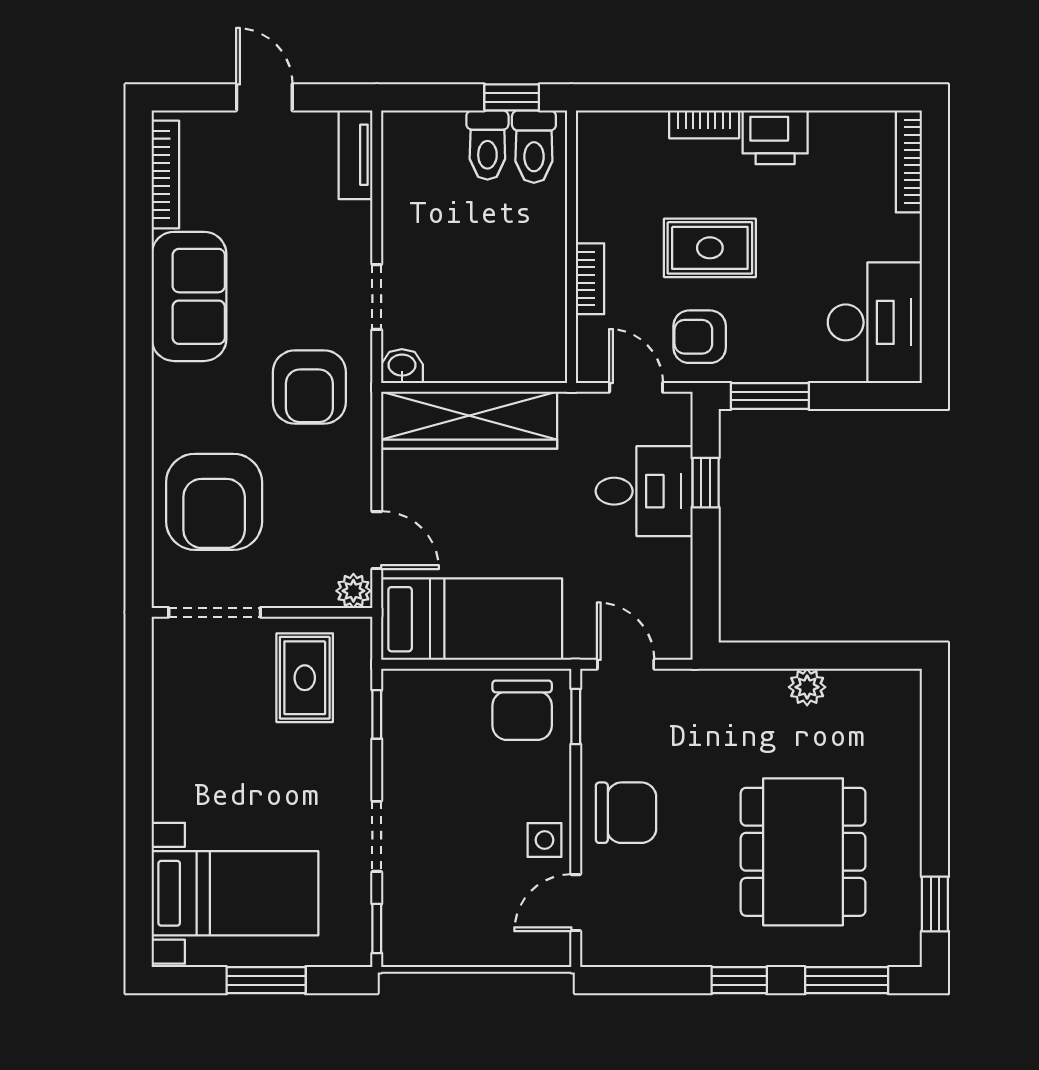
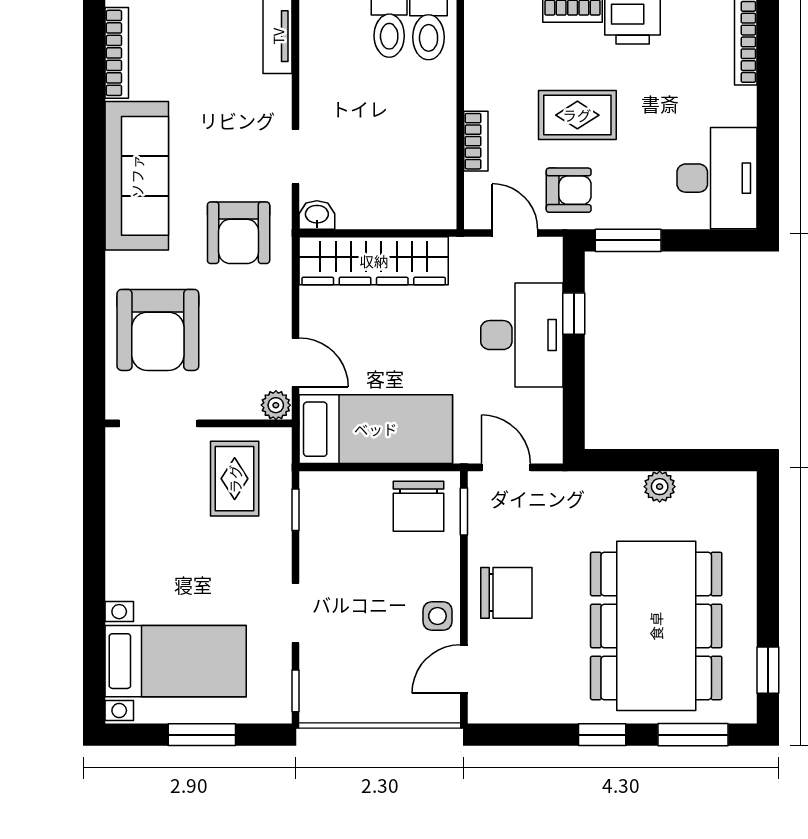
sofa: (189, 296) -> (137, 176), width x1.36
armchair: (700, 337) -> (569, 190), turned 180
desk: (644, 491) -> (522, 335), width x1.37
dining table: (803, 852) -> (656, 626), width x1.36, depth x1.24

